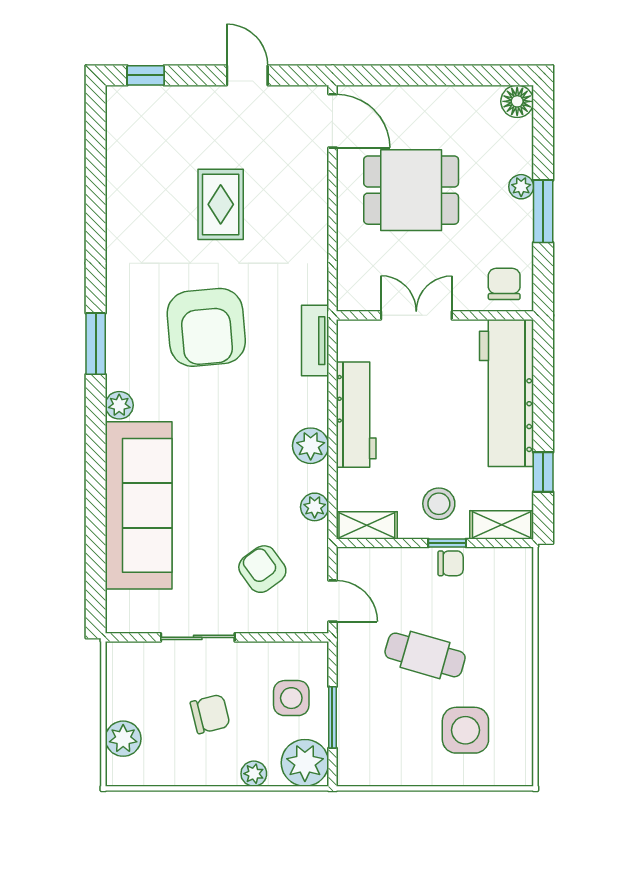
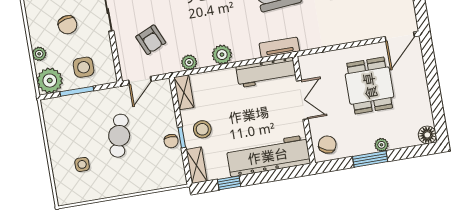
chair: (504, 284) -> (327, 145), turned -69
workbench: (356, 415) -> (266, 72), moved
armchair: (262, 569) -> (151, 40), turned 102
side table: (465, 730) -> (82, 164), width x0.54, depth x0.54

